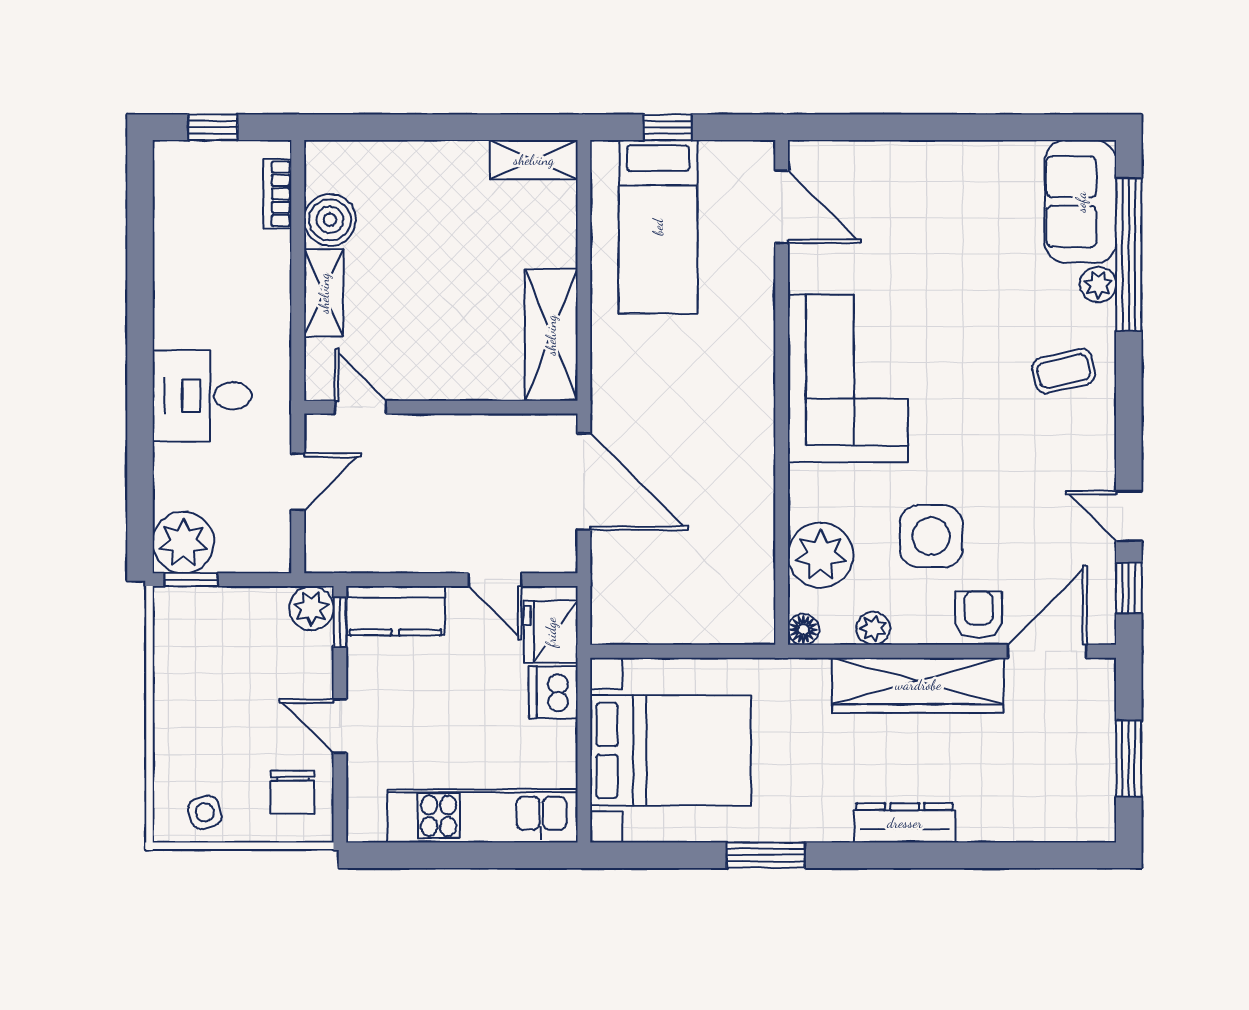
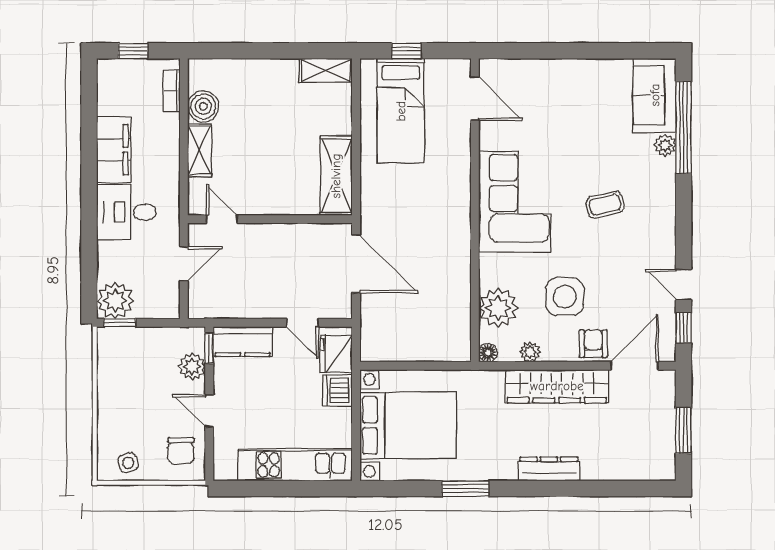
filing cabinet: (181, 292) -> (114, 150), added
coffee table: (1064, 371) -> (605, 205), moved
plant: (311, 608) -> (192, 366), moved

